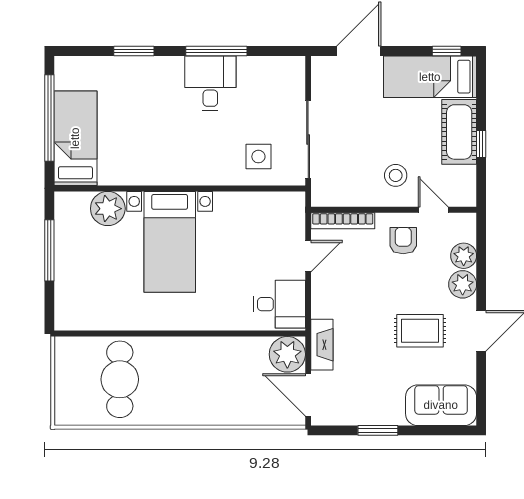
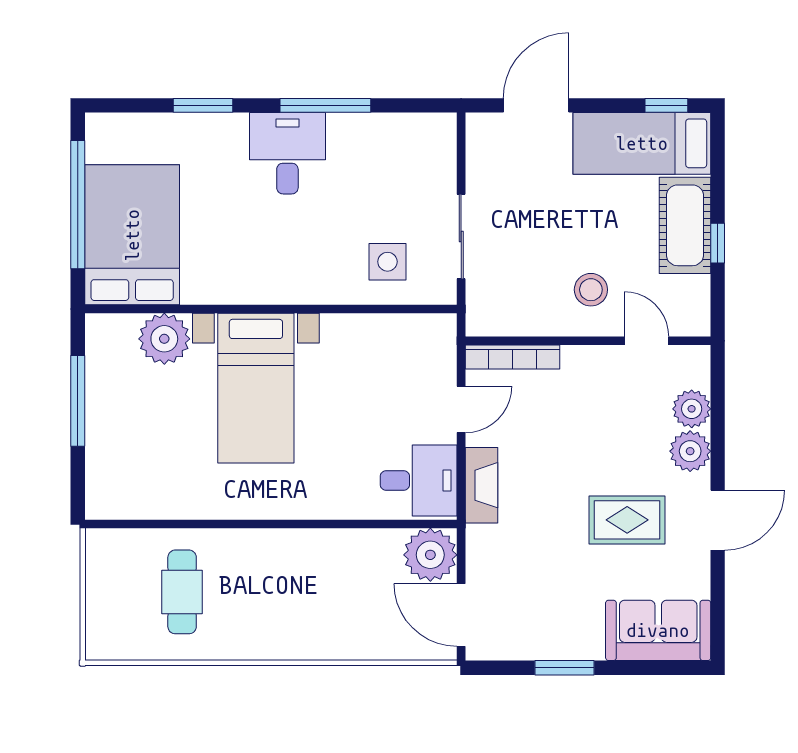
desk: (210, 83) -> (287, 153), moved
bed: (75, 138) -> (132, 235), width x1.50
sliding door: (308, 140) -> (461, 237), width x0.73
armchair: (403, 241) -> (602, 386), removed
fireplace: (322, 345) -> (482, 485), moved
cafe table: (120, 379) -> (182, 592), width x0.73, depth x0.74

